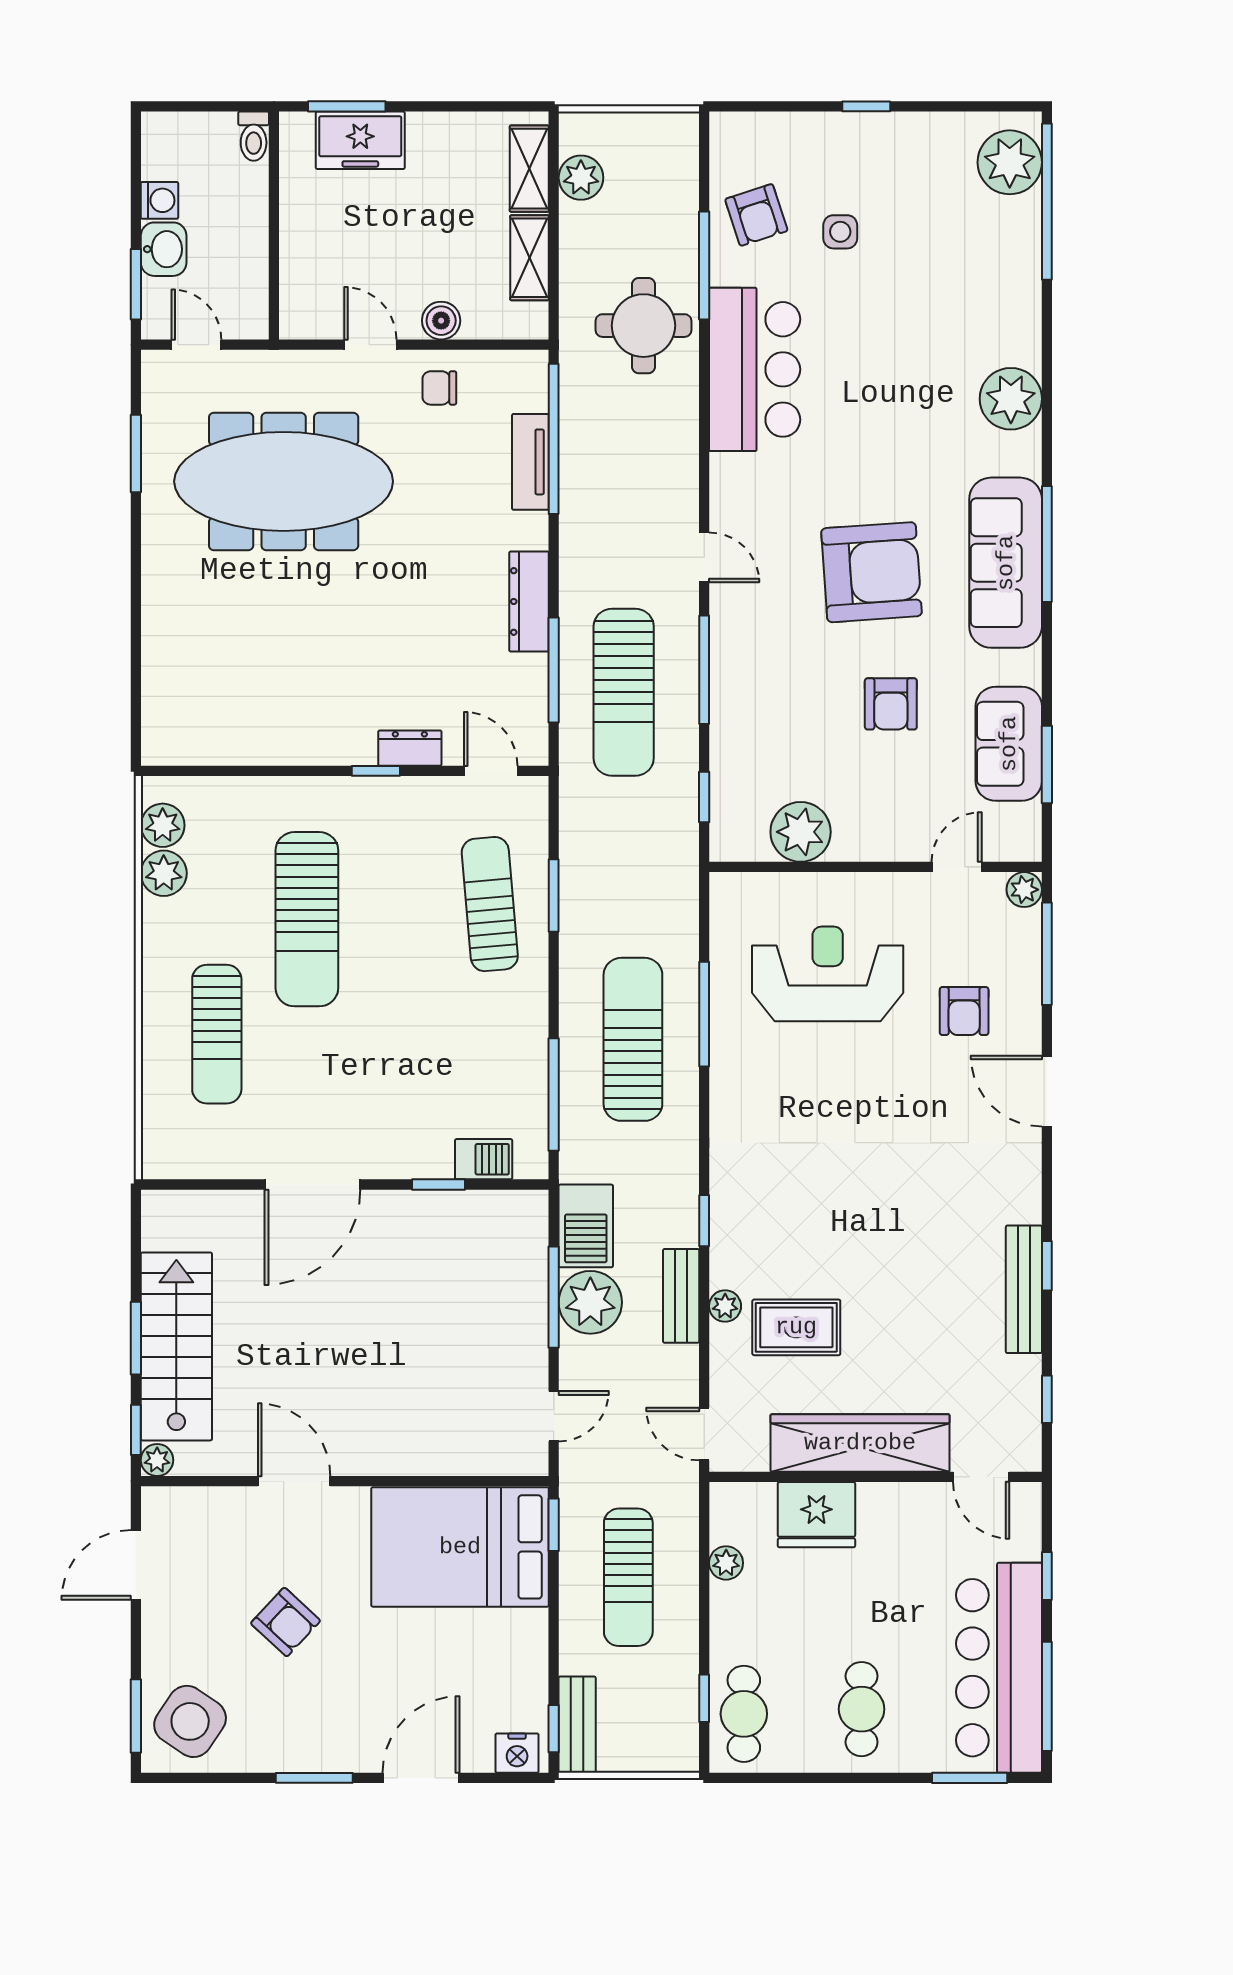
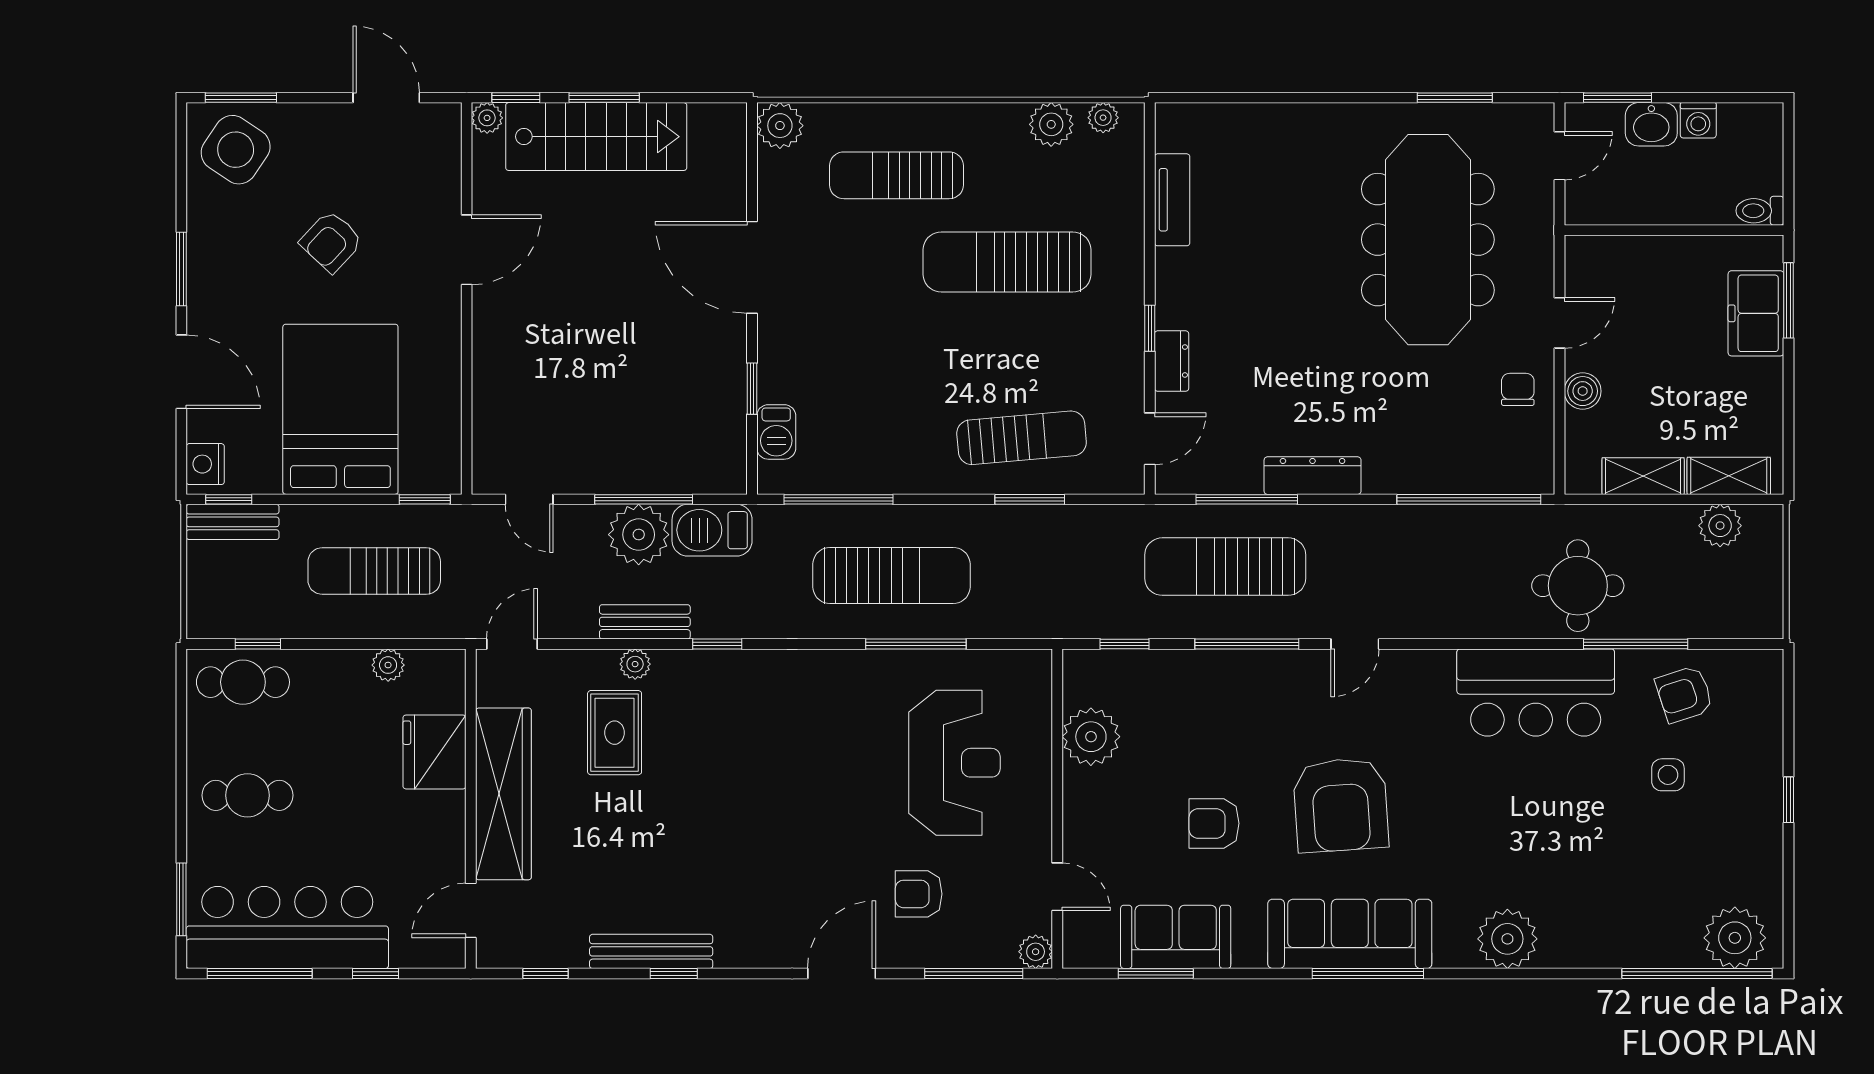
tv unit: (530, 462) -> (1172, 200), moved, turned 90
plant: (163, 825) -> (1103, 118), width x0.73, depth x0.73
plant: (165, 1155) -> (780, 126), added
bed: (460, 1547) -> (340, 409), moved

